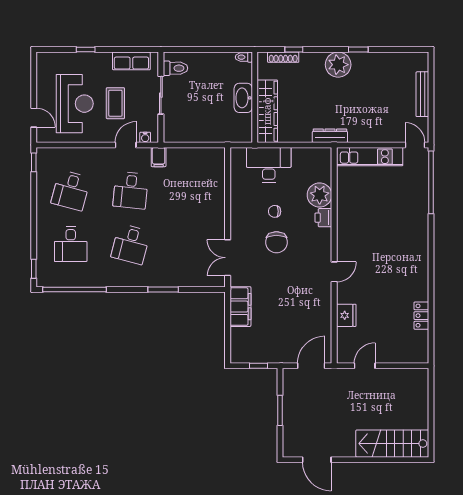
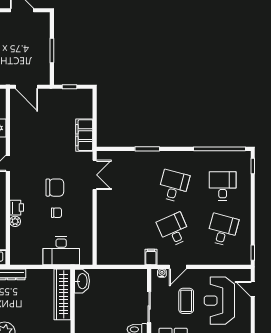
washbasin: (243, 98) -> (82, 281), moved
desk: (131, 190) -> (174, 230), turned -30
plant: (320, 195) -> (15, 221), width x0.53, depth x0.53
chair: (276, 242) -> (55, 188), turned 90
door: (311, 366) -> (27, 87), hinge flipped

